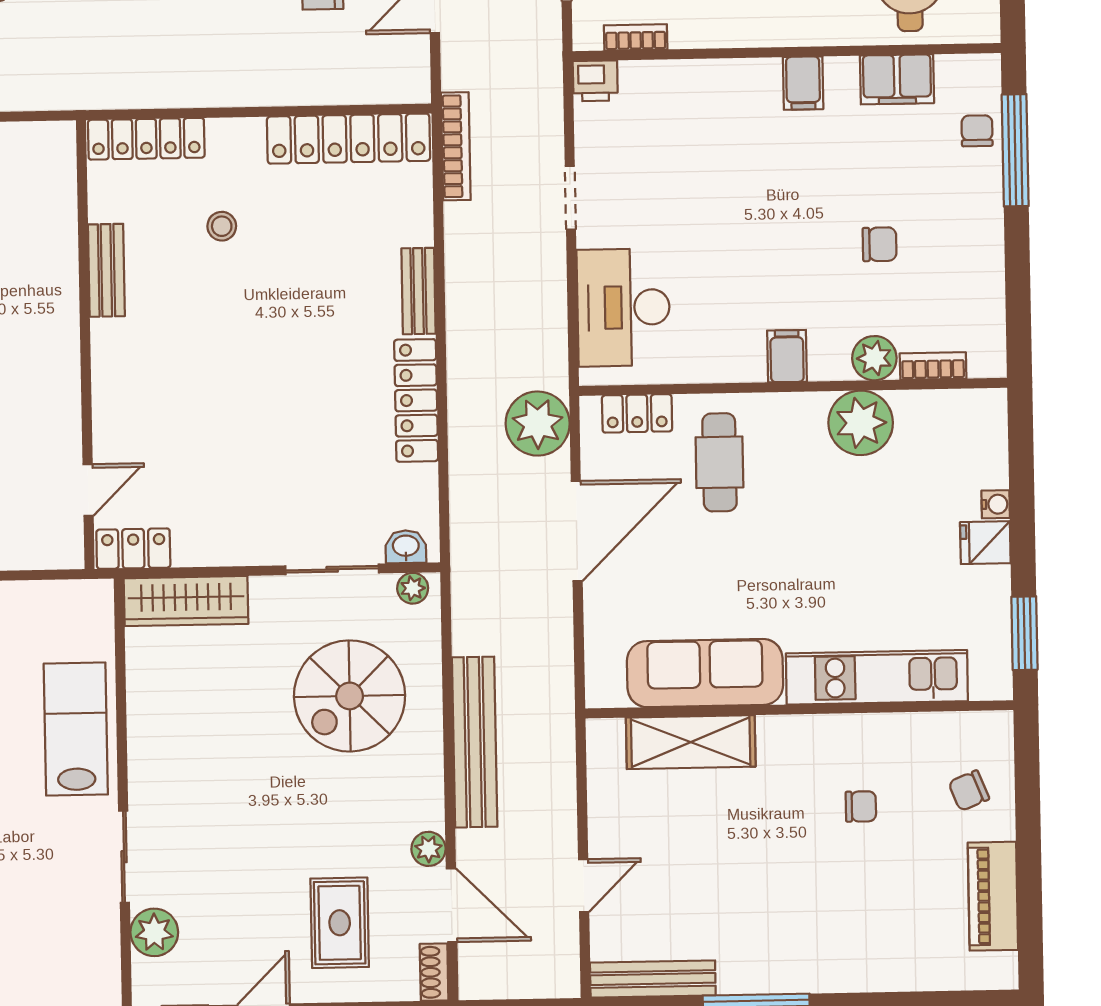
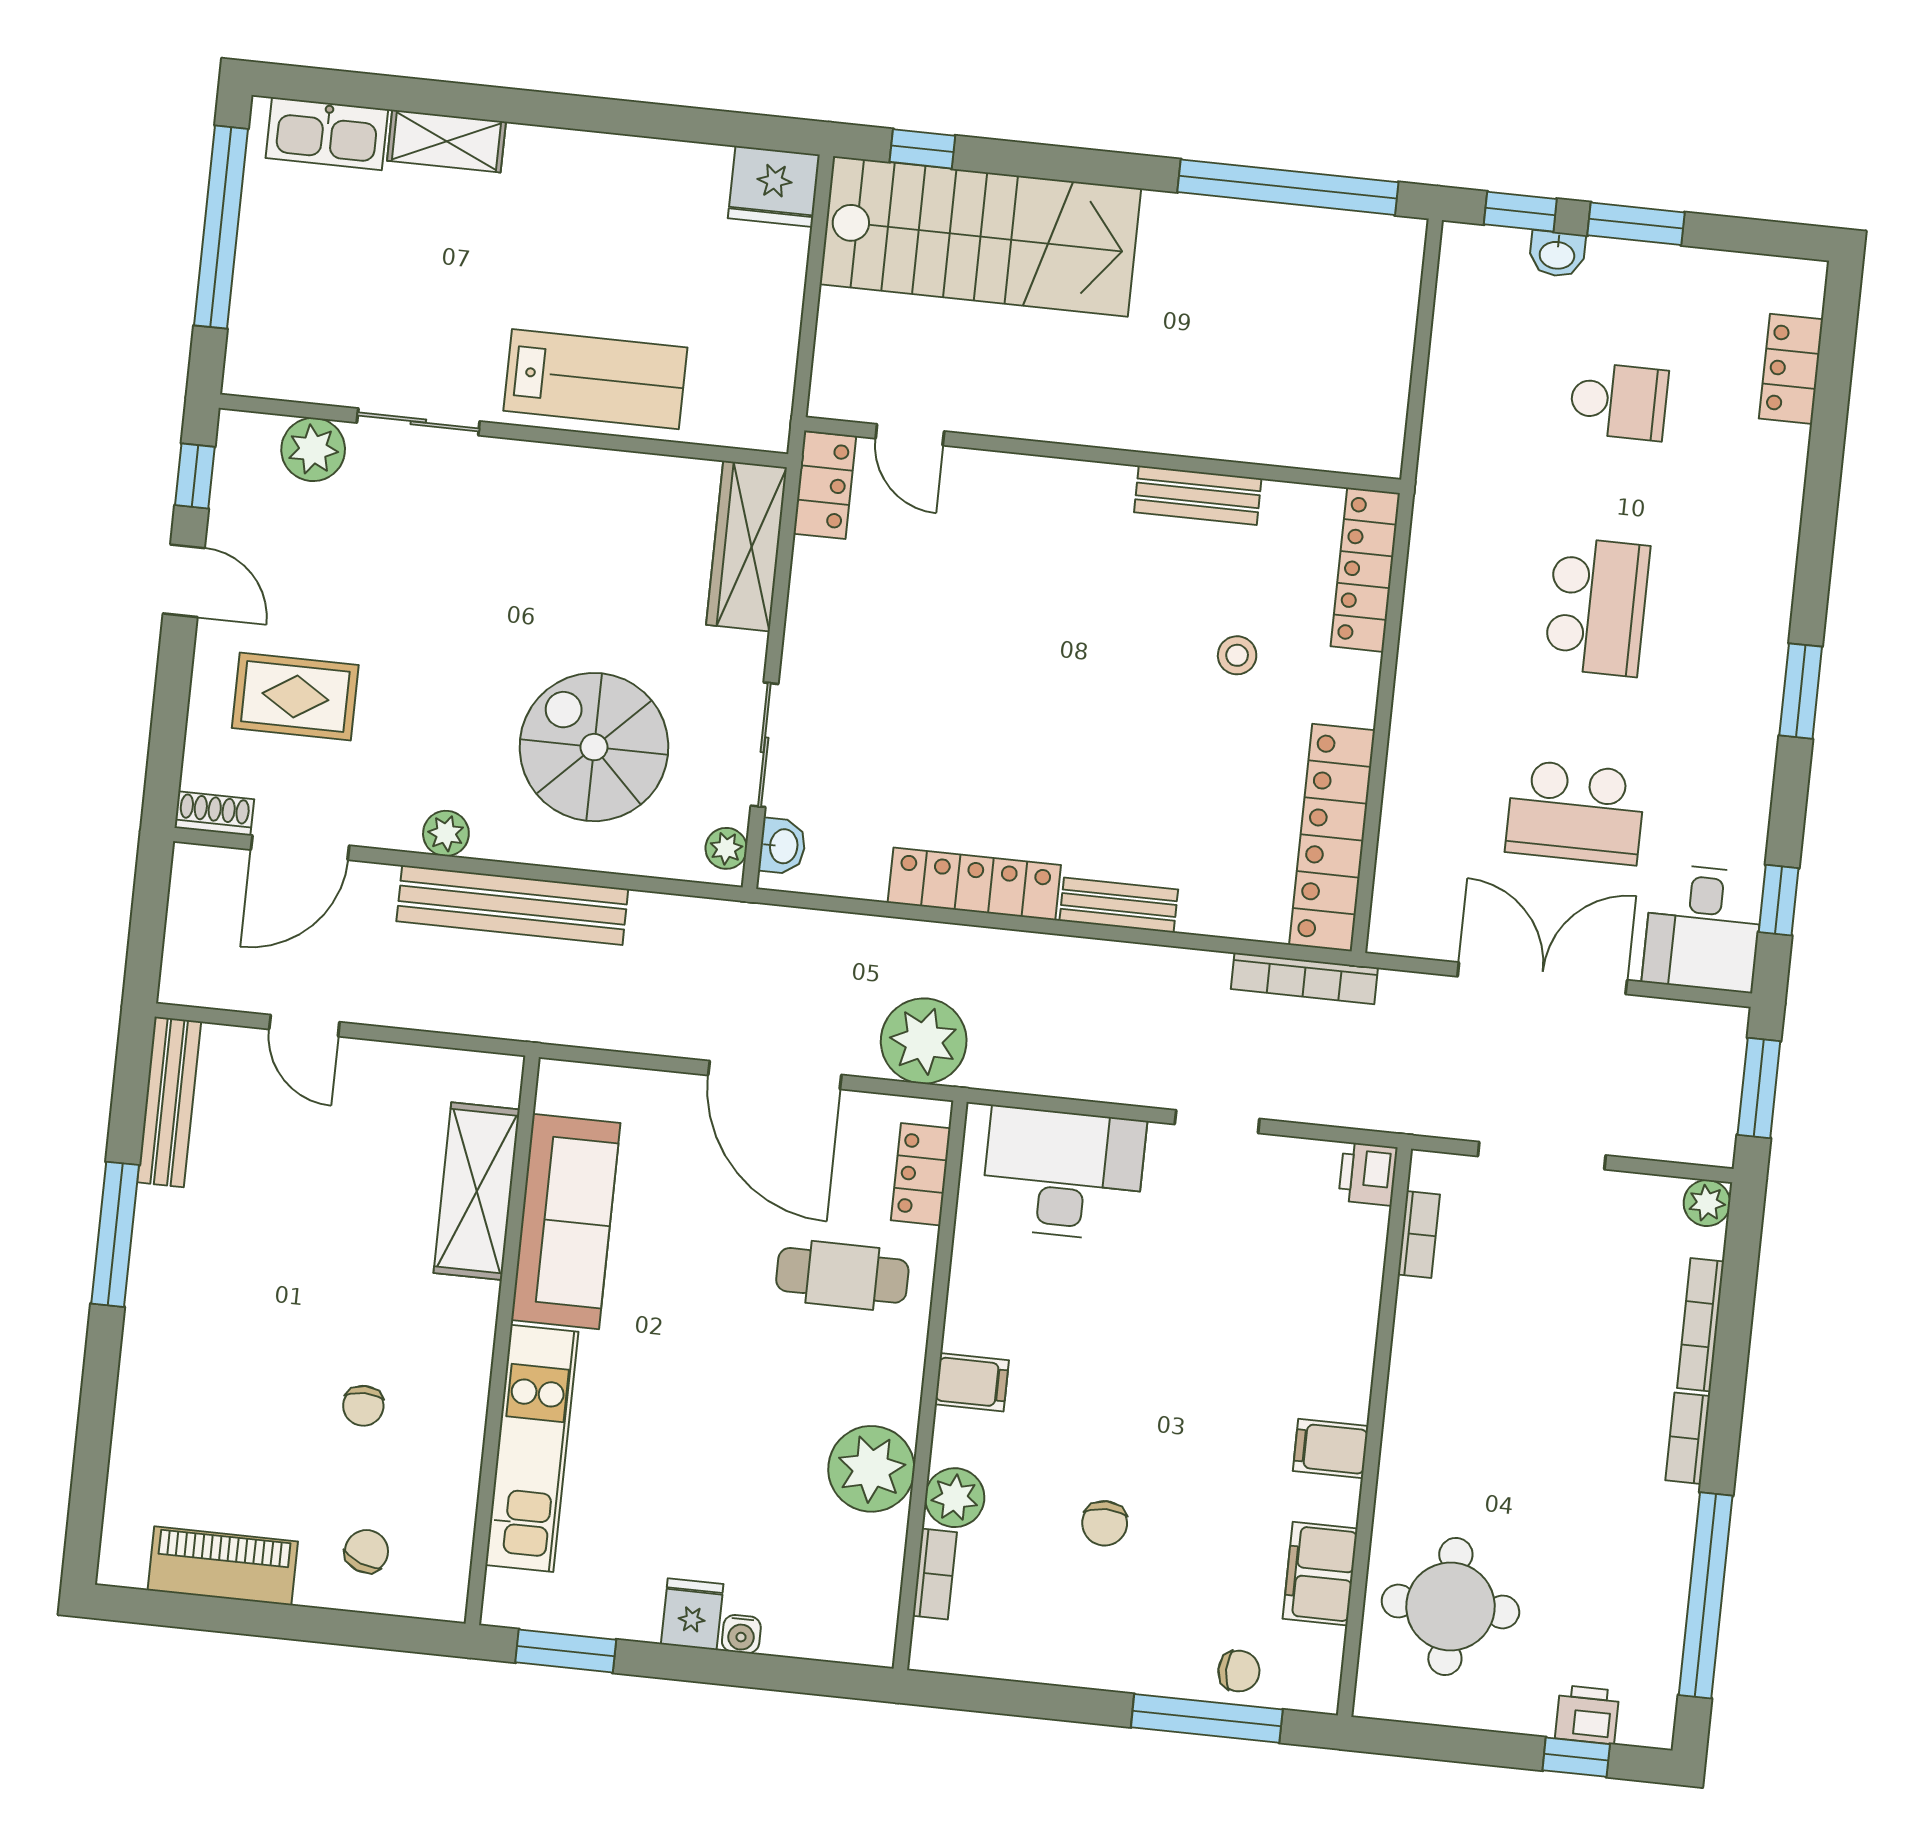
chair: (969, 791) -> (366, 1551), turned 43
plant: (428, 849) -> (446, 833), moved

